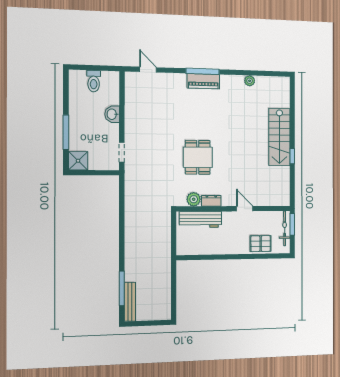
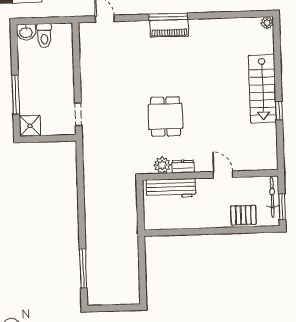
plant: (250, 81) -> (267, 23), moved
washbasin: (112, 114) -> (26, 32), moved, turned -90
window: (292, 224) -> (282, 207), moved
bench: (130, 302) -> (93, 284), removed

